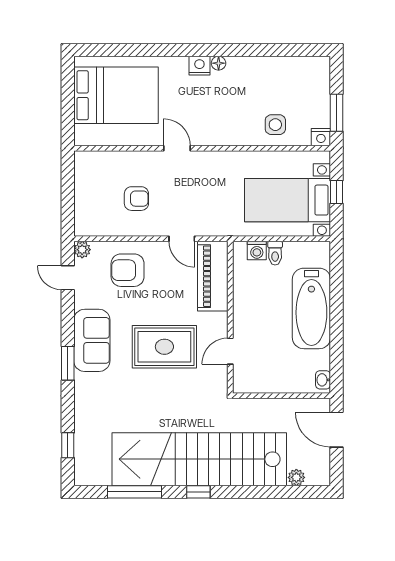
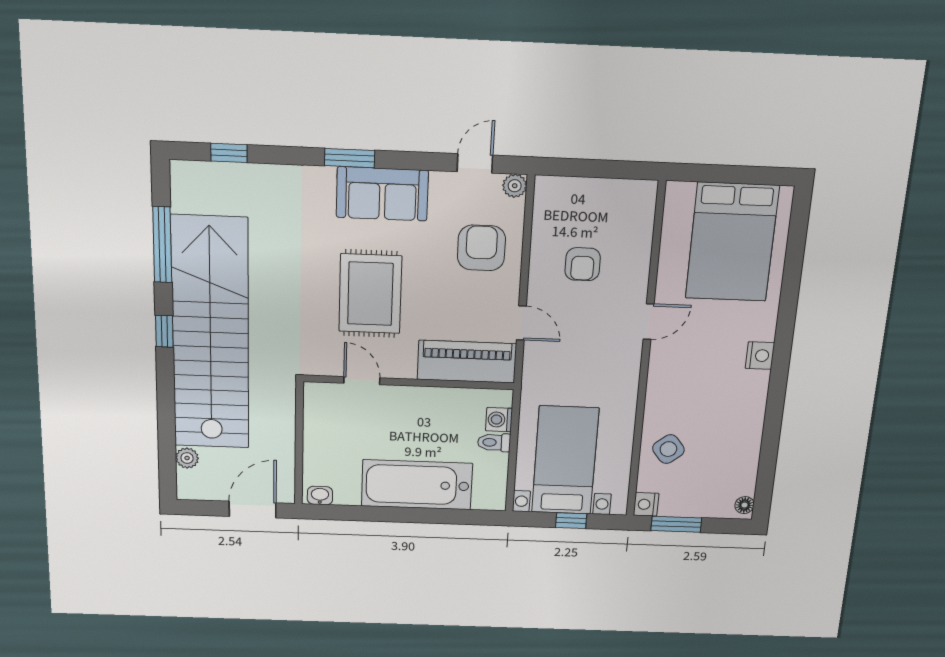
floor lamp: (219, 63) -> (744, 505), moved
side table: (275, 125) -> (668, 449), turned -38
door: (182, 239) -> (521, 323), swing flipped

